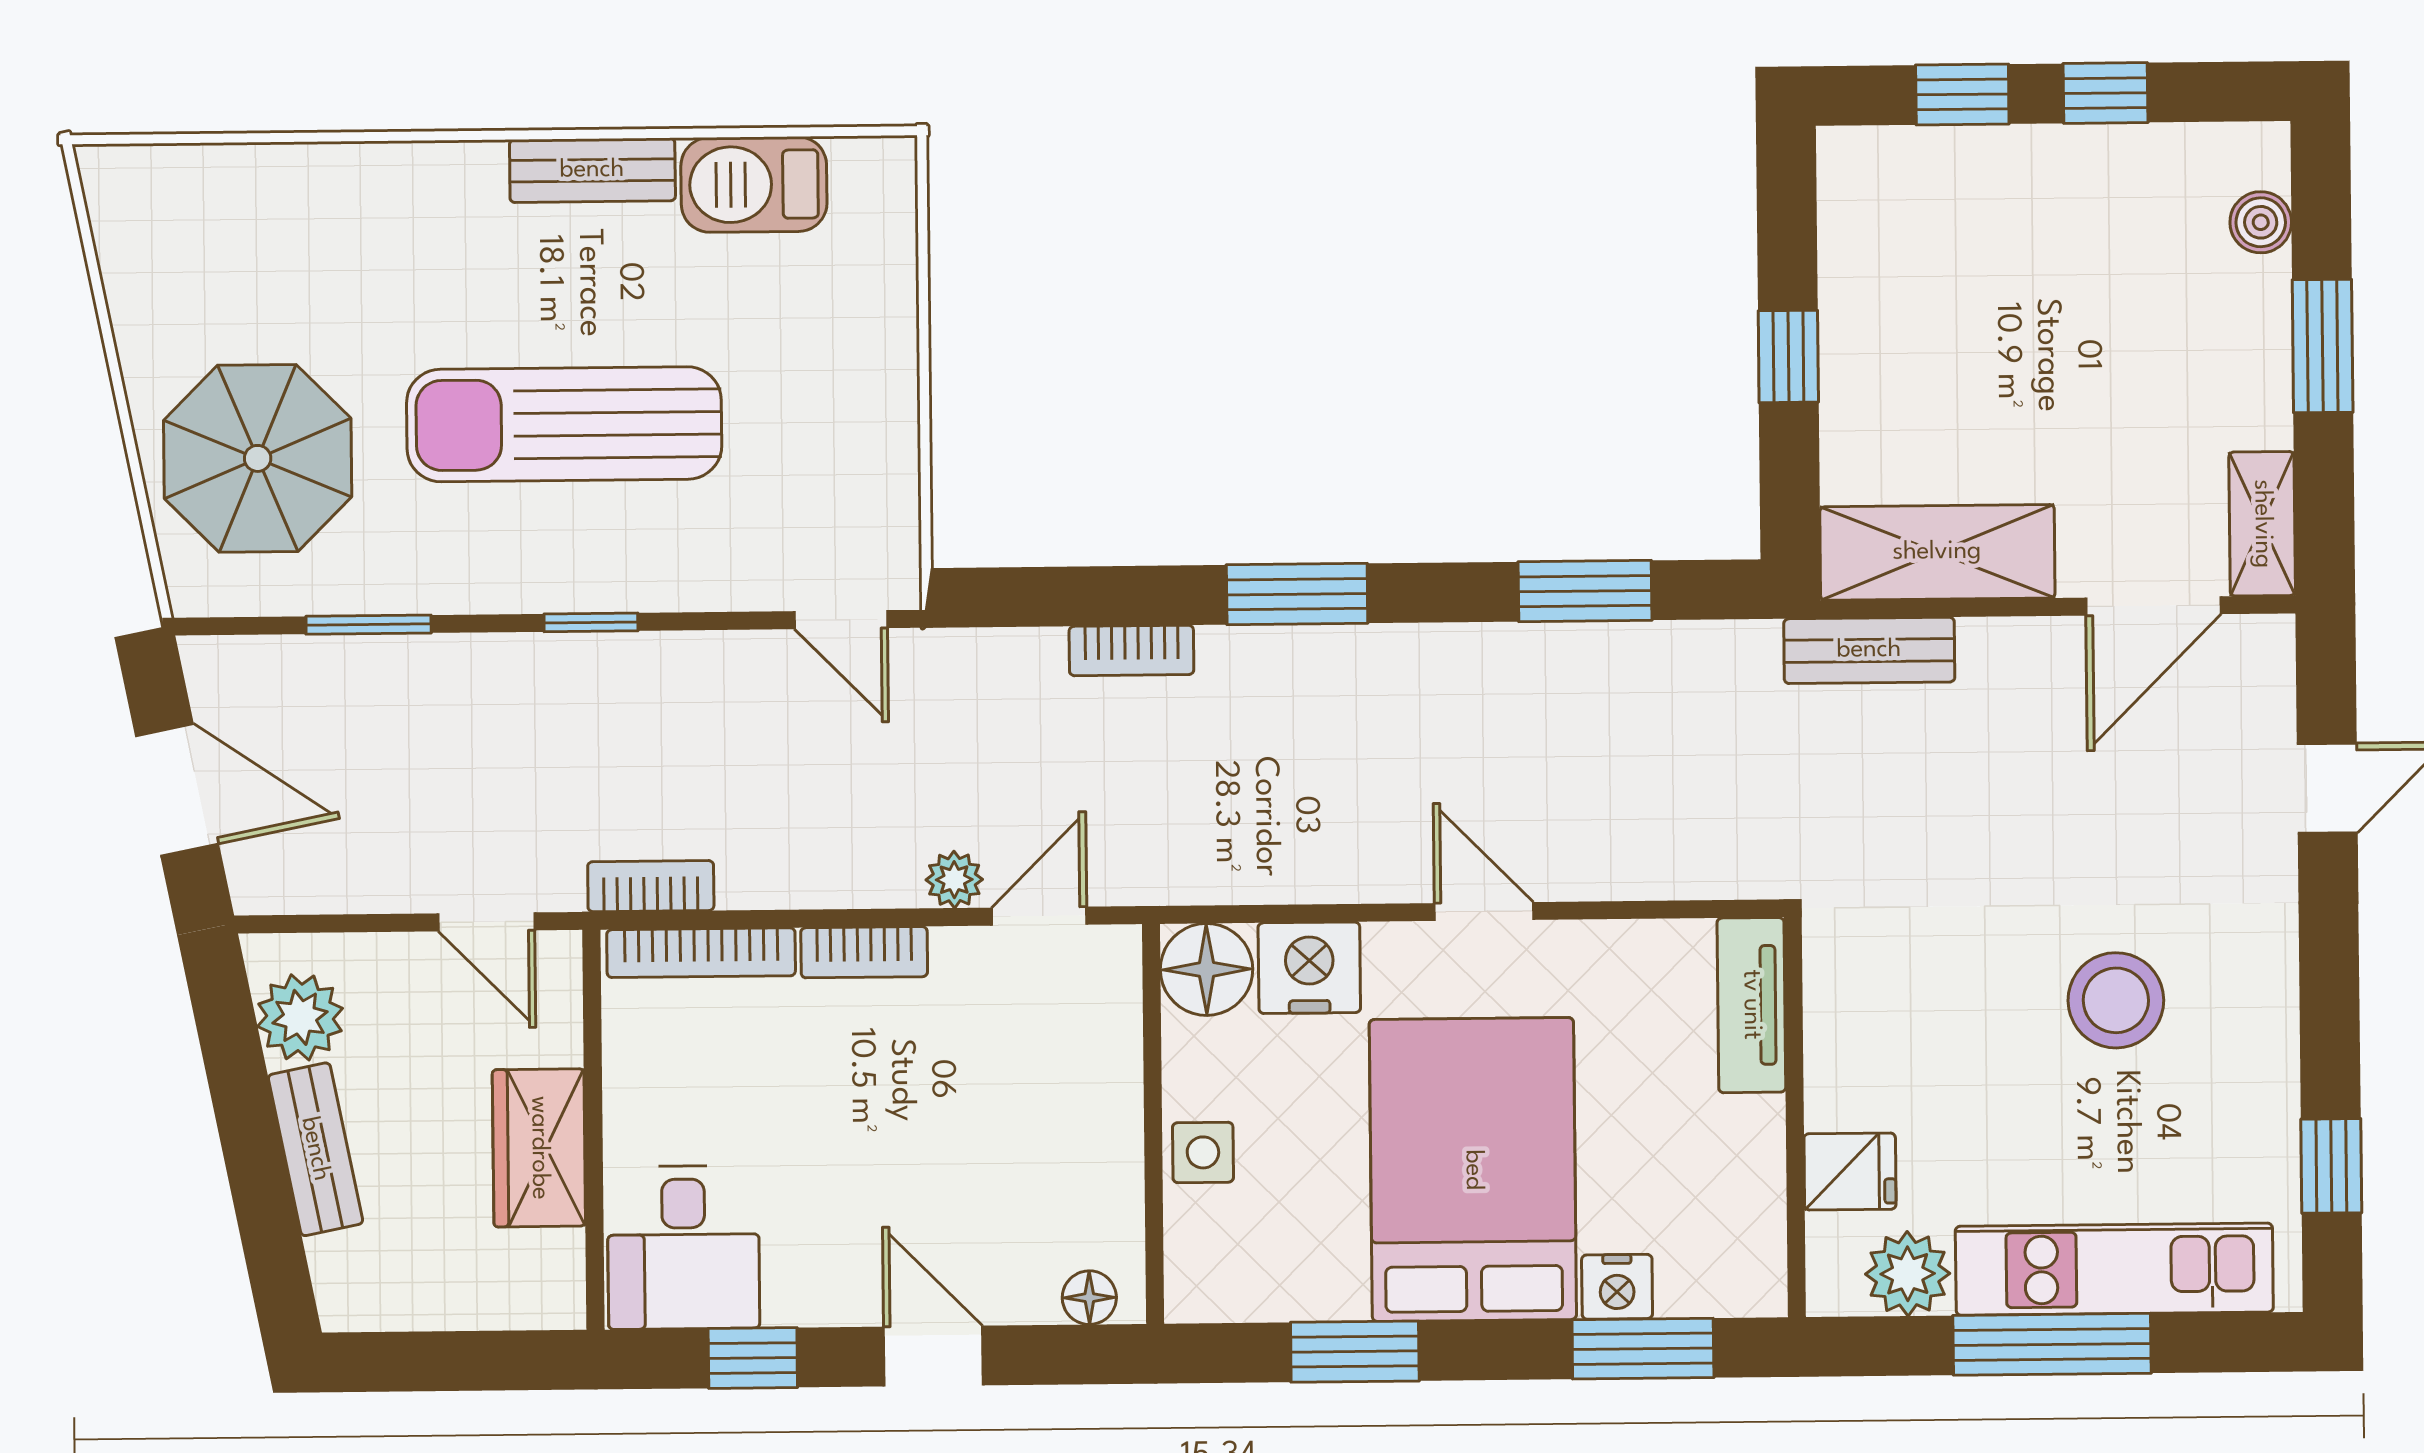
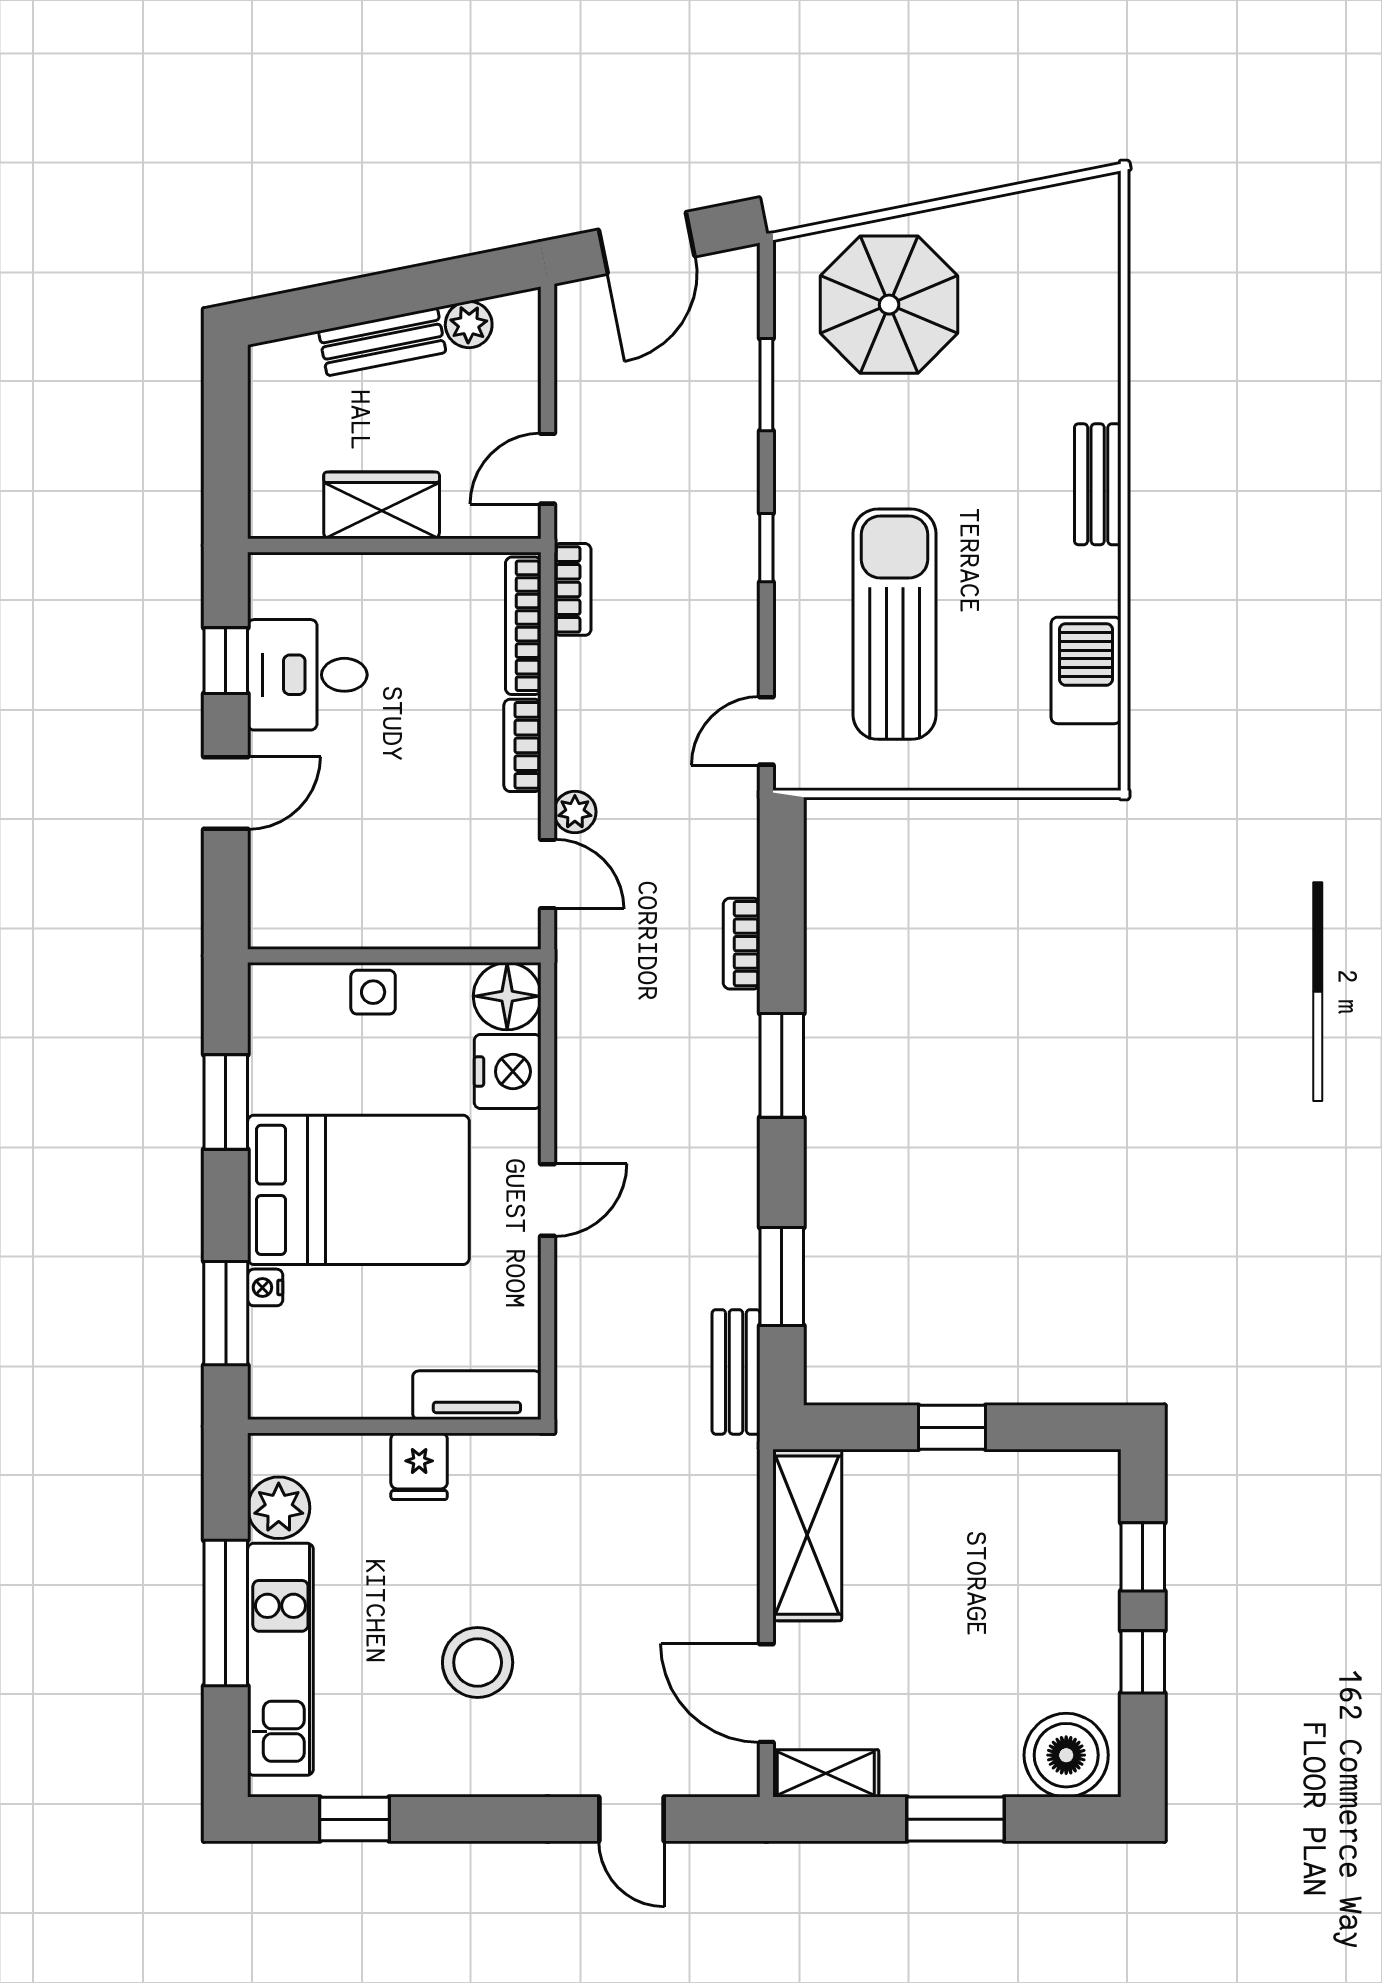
bench: (592, 170) -> (1098, 484), moved
boiler: (2261, 222) -> (1066, 1755), width x1.86, depth x1.86
sun lounger: (564, 424) -> (895, 624), moved
bench: (1869, 650) -> (736, 1372), moved
plant: (300, 1017) -> (469, 325), width x0.73, depth x0.73
fridge: (1850, 1171) -> (419, 1466), moved
desk: (684, 1247) -> (307, 675), moved
nightstand: (1617, 1287) -> (265, 1287), width x0.72, depth x0.74
floor lamp: (1089, 1298) -> (267, 908), removed

